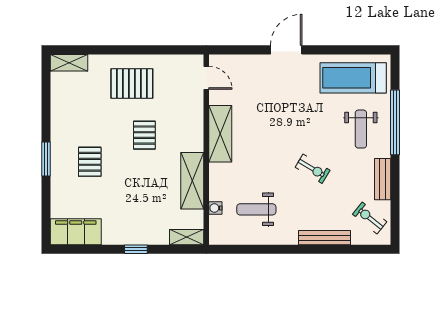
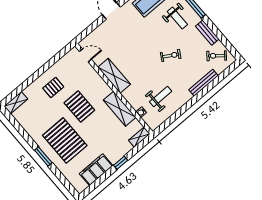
pallet: (132, 84) -> (53, 87), width x0.67, depth x0.71
pallet: (144, 135) -> (79, 106), width x1.50, depth x1.42
pallet: (90, 162) -> (65, 140), width x2.05, depth x2.00
weight bench: (256, 209) -> (161, 97), turned 180
filing cabinet: (76, 232) -> (96, 170), moved

